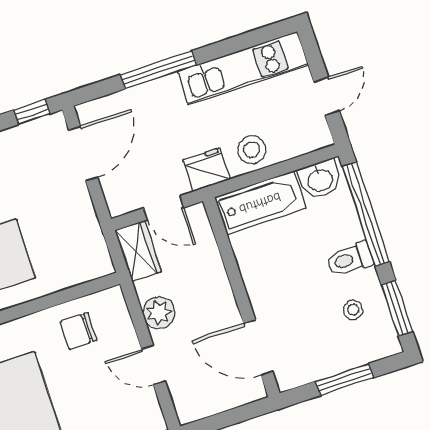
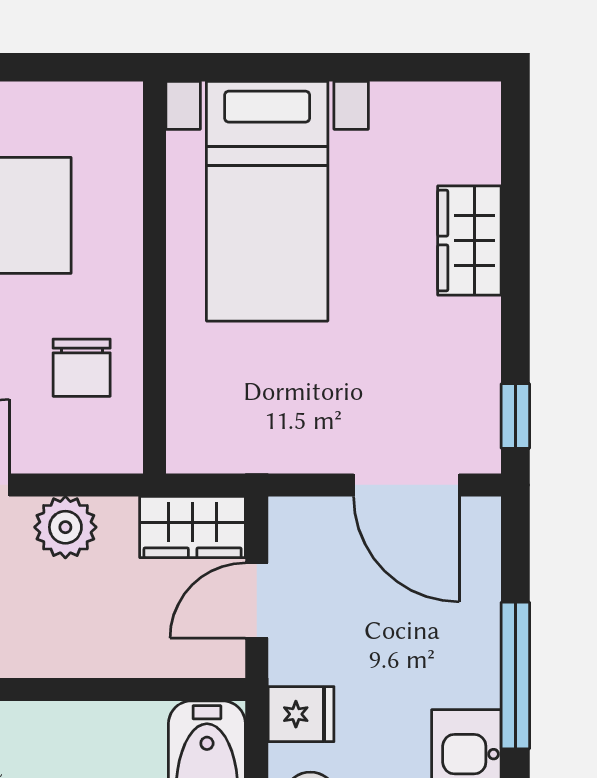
fridge: (207, 170) -> (301, 714), width x0.72
chair: (79, 331) -> (82, 368), turned 180

